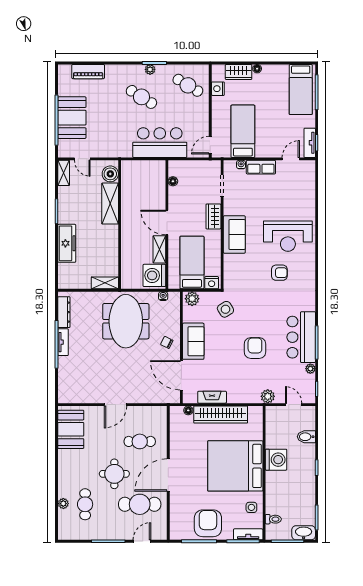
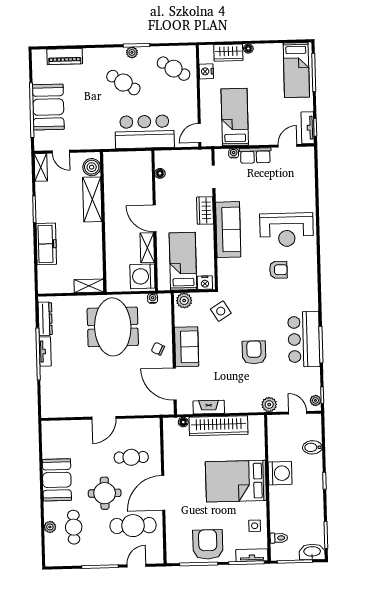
sofa: (234, 234) -> (228, 230), width x1.36
plant: (310, 369) -> (315, 400), moved
booth: (71, 429) -> (57, 480), moved
bed: (235, 466) -> (236, 481), width x0.73

